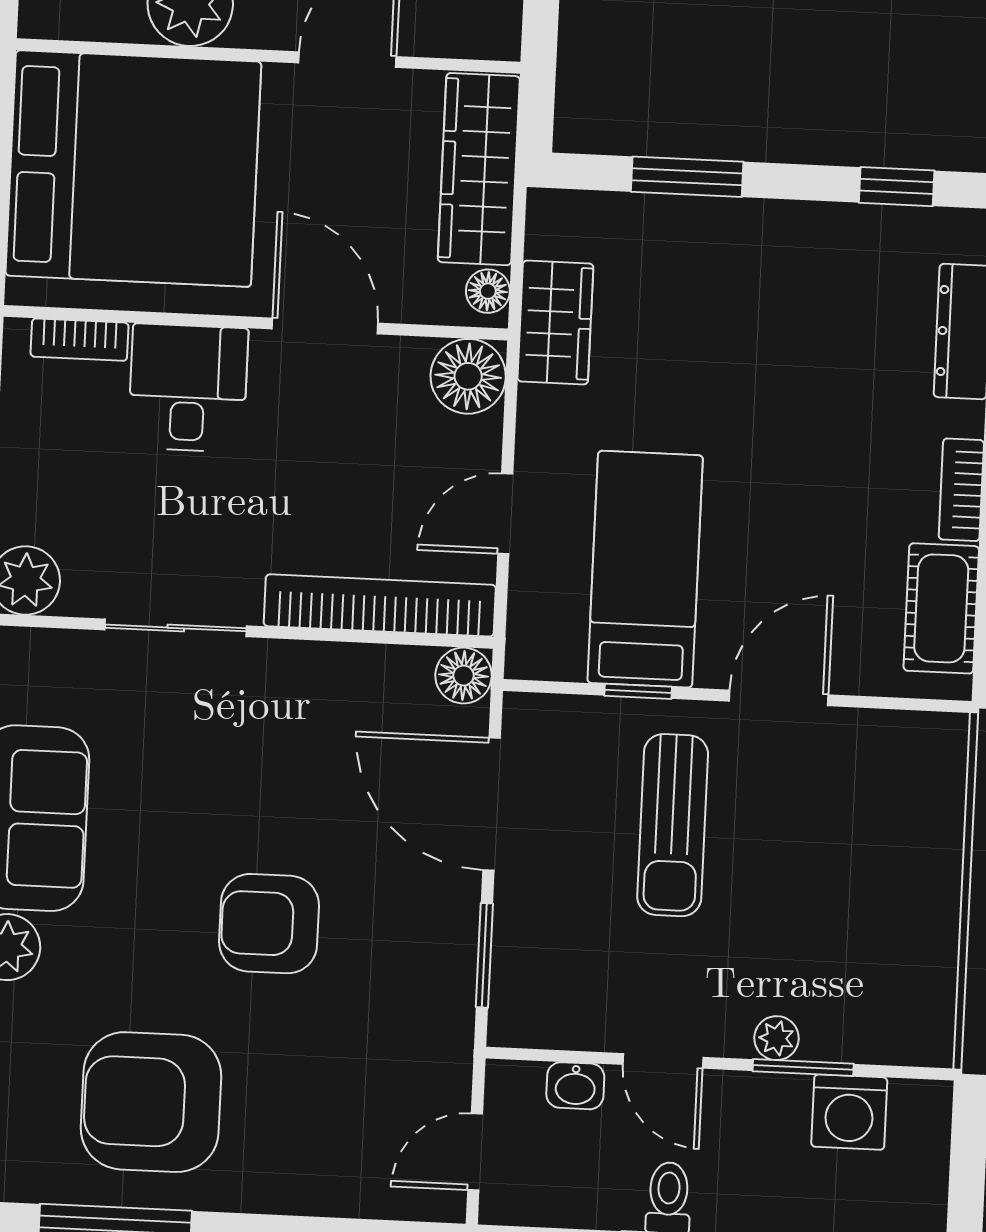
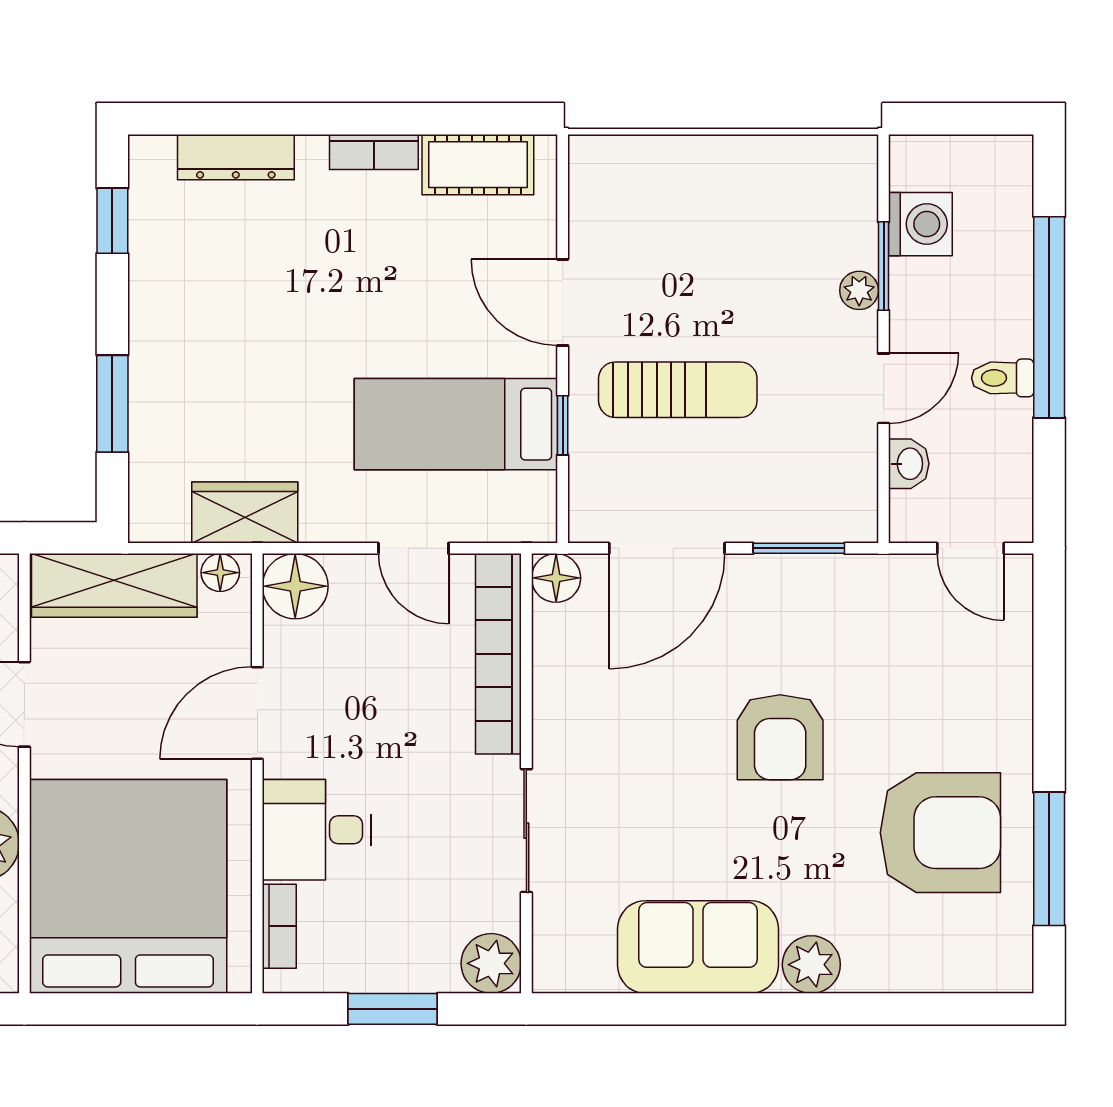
armchair: (151, 1102) -> (940, 833), turned -90

